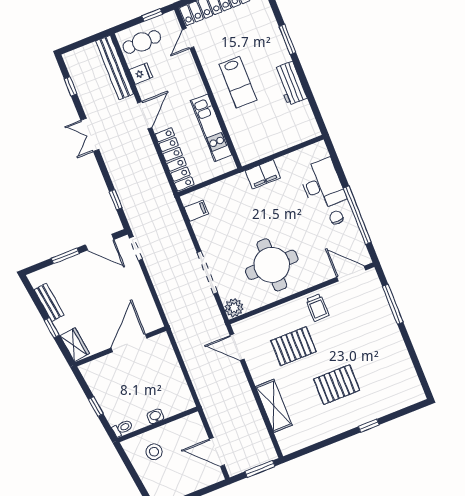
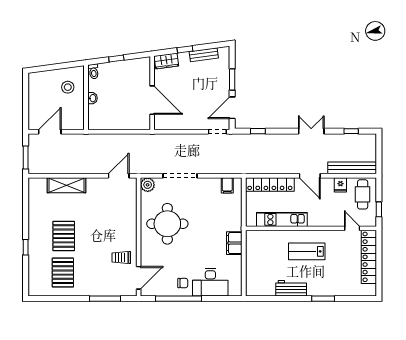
trolley: (317, 307) -> (121, 258), moved
pallet: (293, 346) -> (63, 273), moved

